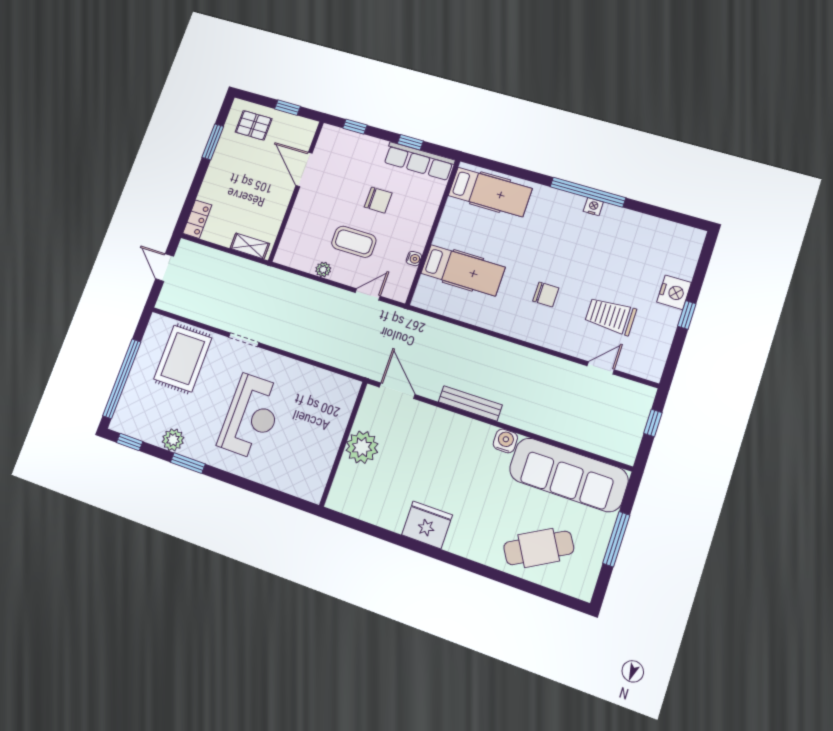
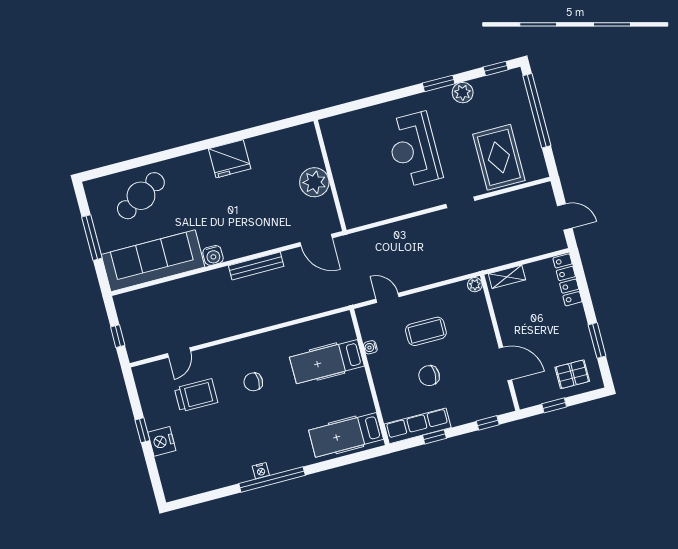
locker: (197, 219) -> (568, 280), width x1.53
plant: (323, 270) -> (475, 285), moved
door: (368, 294) -> (387, 298), swing flipped

